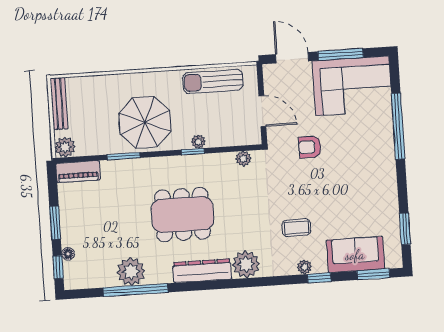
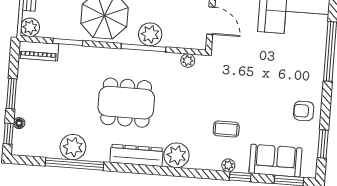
plant: (198, 142) -> (150, 34), width x1.88, depth x1.88
armchair: (310, 147) -> (304, 111), moved
window: (193, 152) -> (144, 48), width x2.17
window: (124, 156) -> (68, 42), moved

